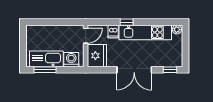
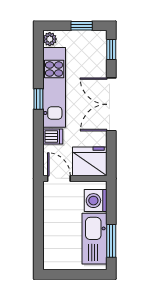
window: (127, 22) -> (38, 99), moved
window: (186, 50) -> (82, 26), added
double door: (134, 70) -> (111, 104), swing flipped

